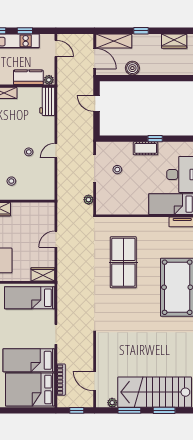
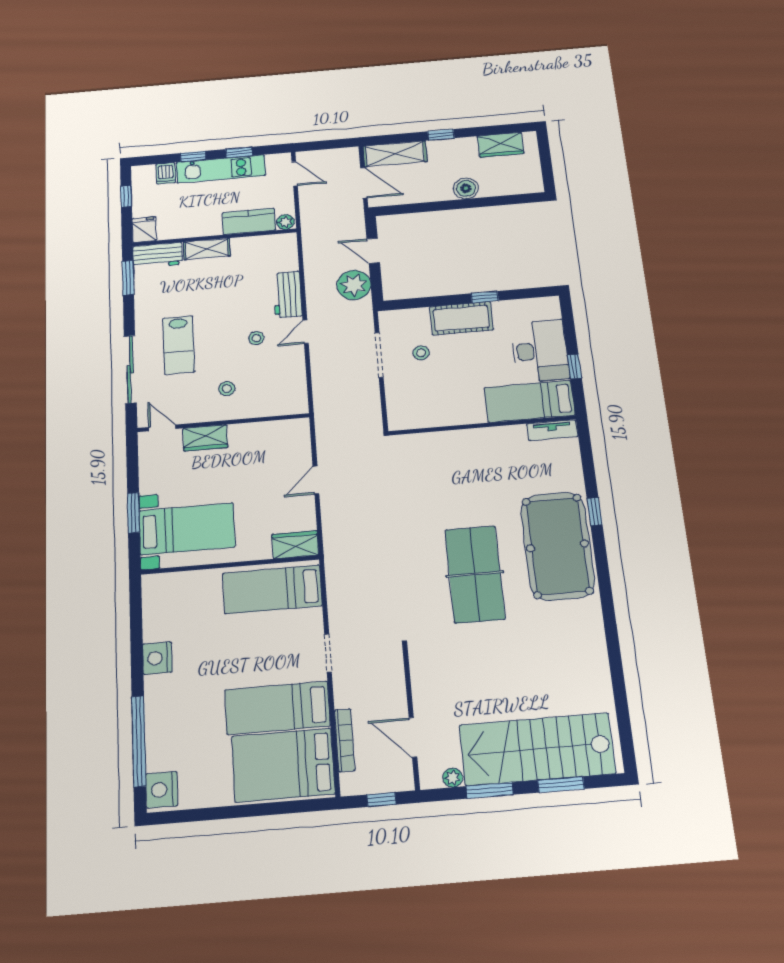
boiler: (132, 68) -> (466, 188), moved
workbench: (47, 101) -> (287, 295), moved
cot: (146, 148) -> (461, 318), width x1.37, depth x1.34
plant: (89, 200) -> (354, 285), moved, width x1.88, depth x1.88
table tennis table: (123, 262) -> (475, 574), moved

